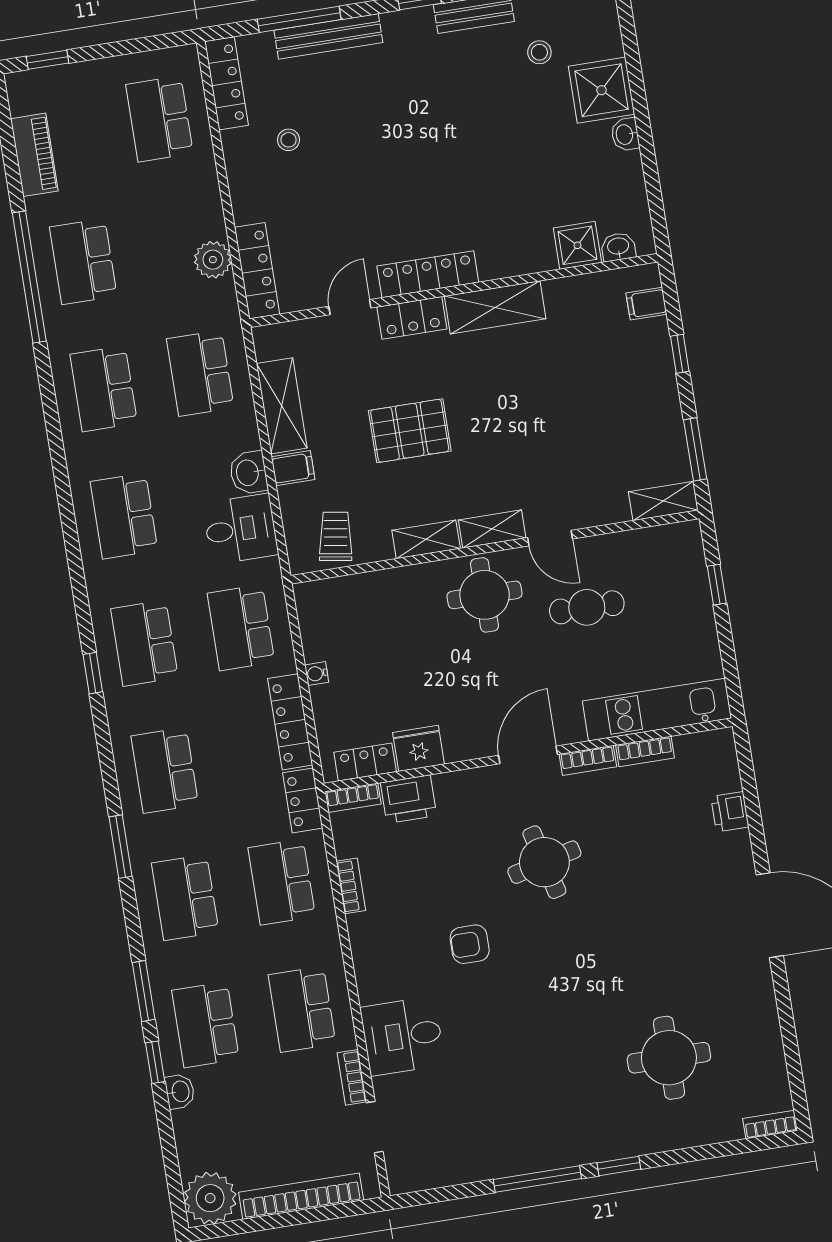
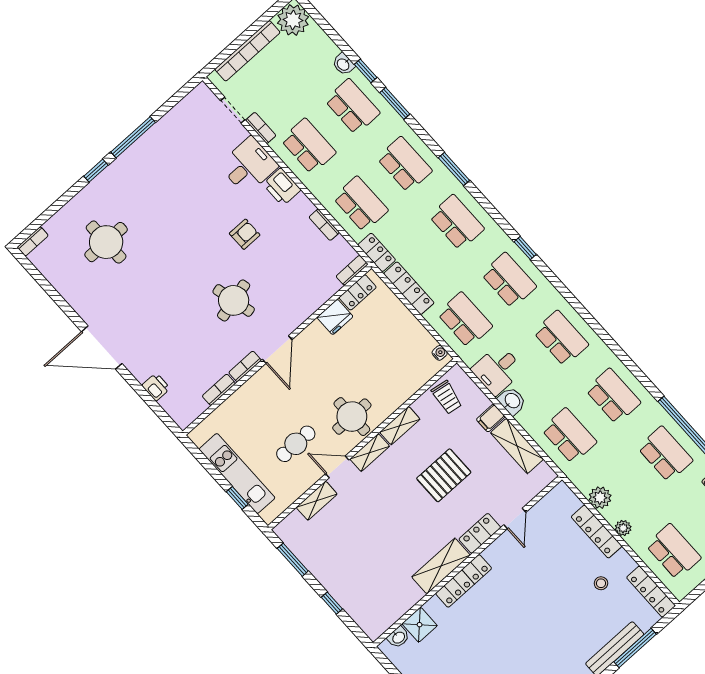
plant: (208, 197) -> (623, 528), added
locker: (257, 271) -> (597, 532), moved
locker: (428, 274) -> (464, 581), moved
filing cabinet: (646, 304) -> (365, 618), removed
shelving: (663, 501) -> (317, 501), moved
water cooler: (317, 674) -> (440, 353), moved
kitchen unit: (657, 710) -> (237, 473), moved, turned -90
printer: (409, 799) -> (282, 187), moved, turned -90

